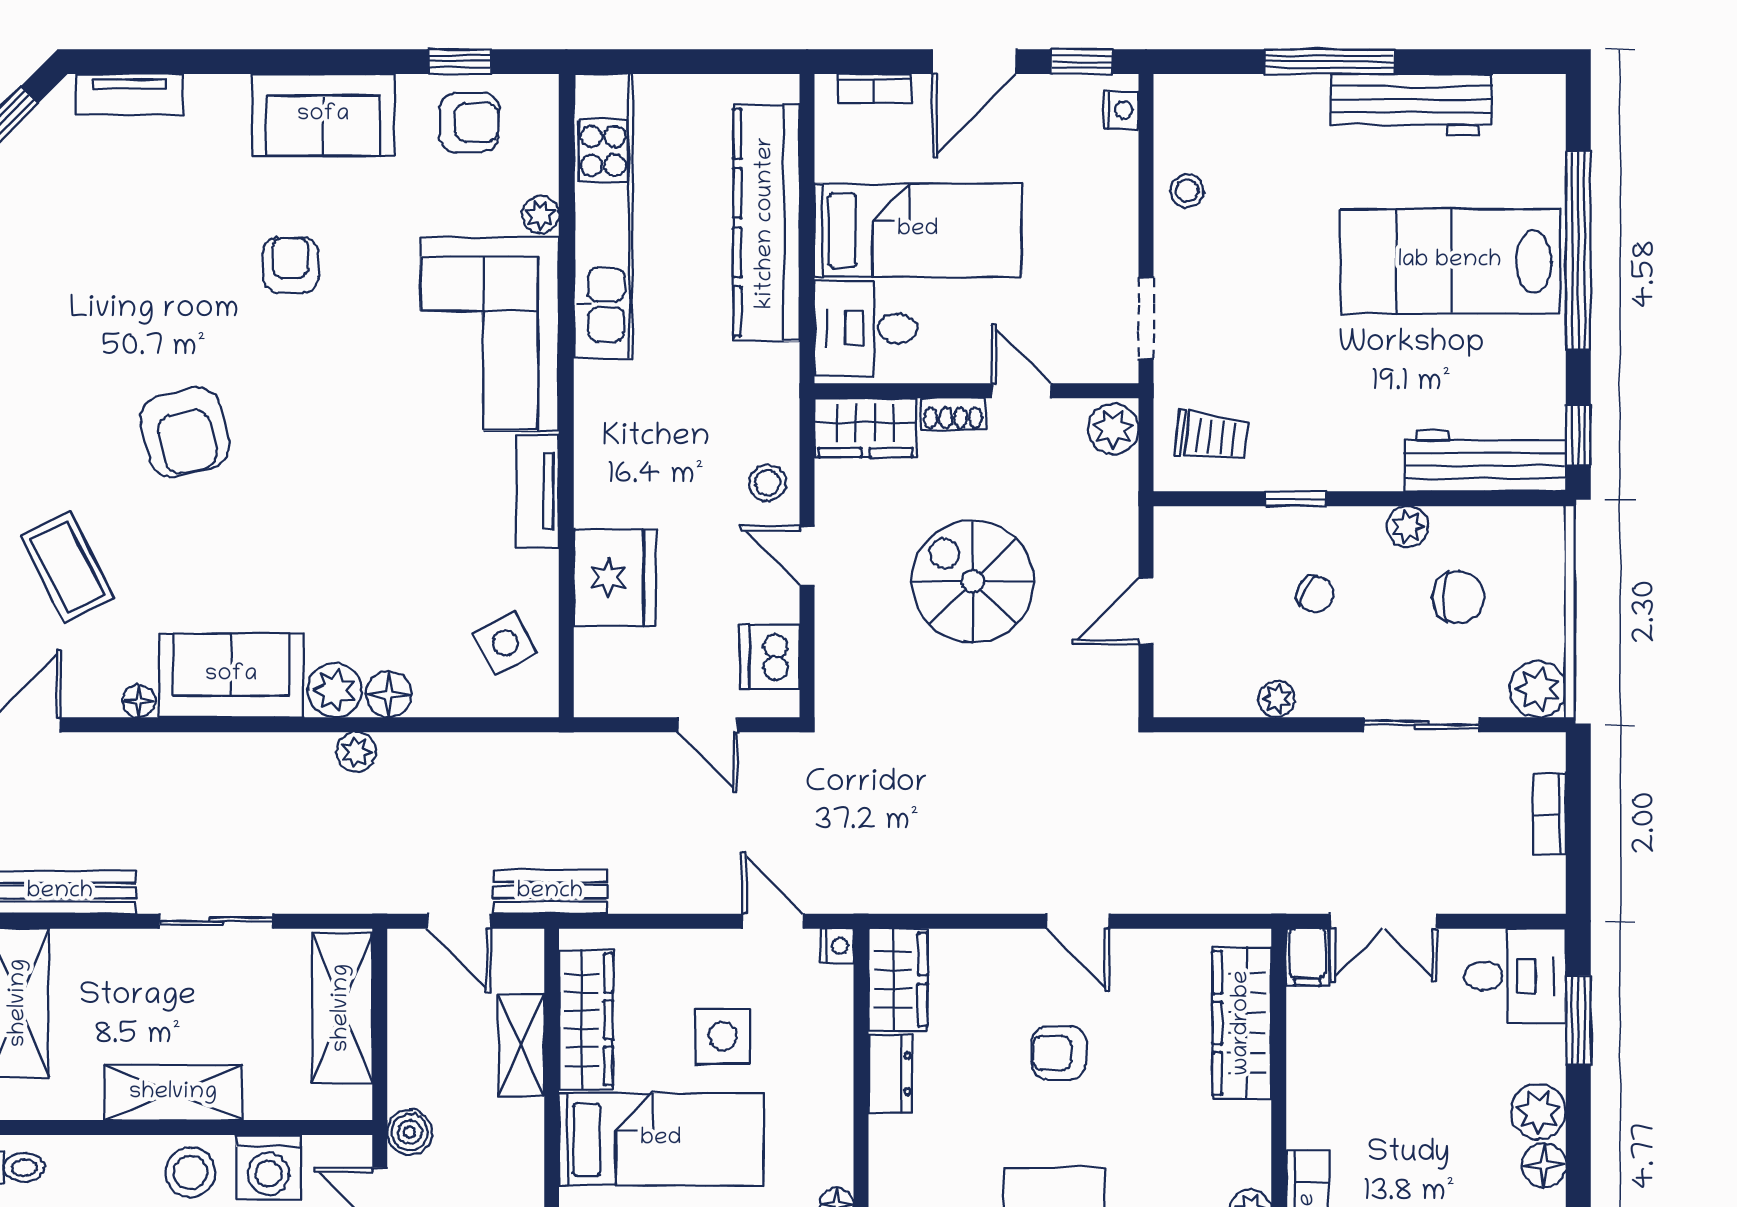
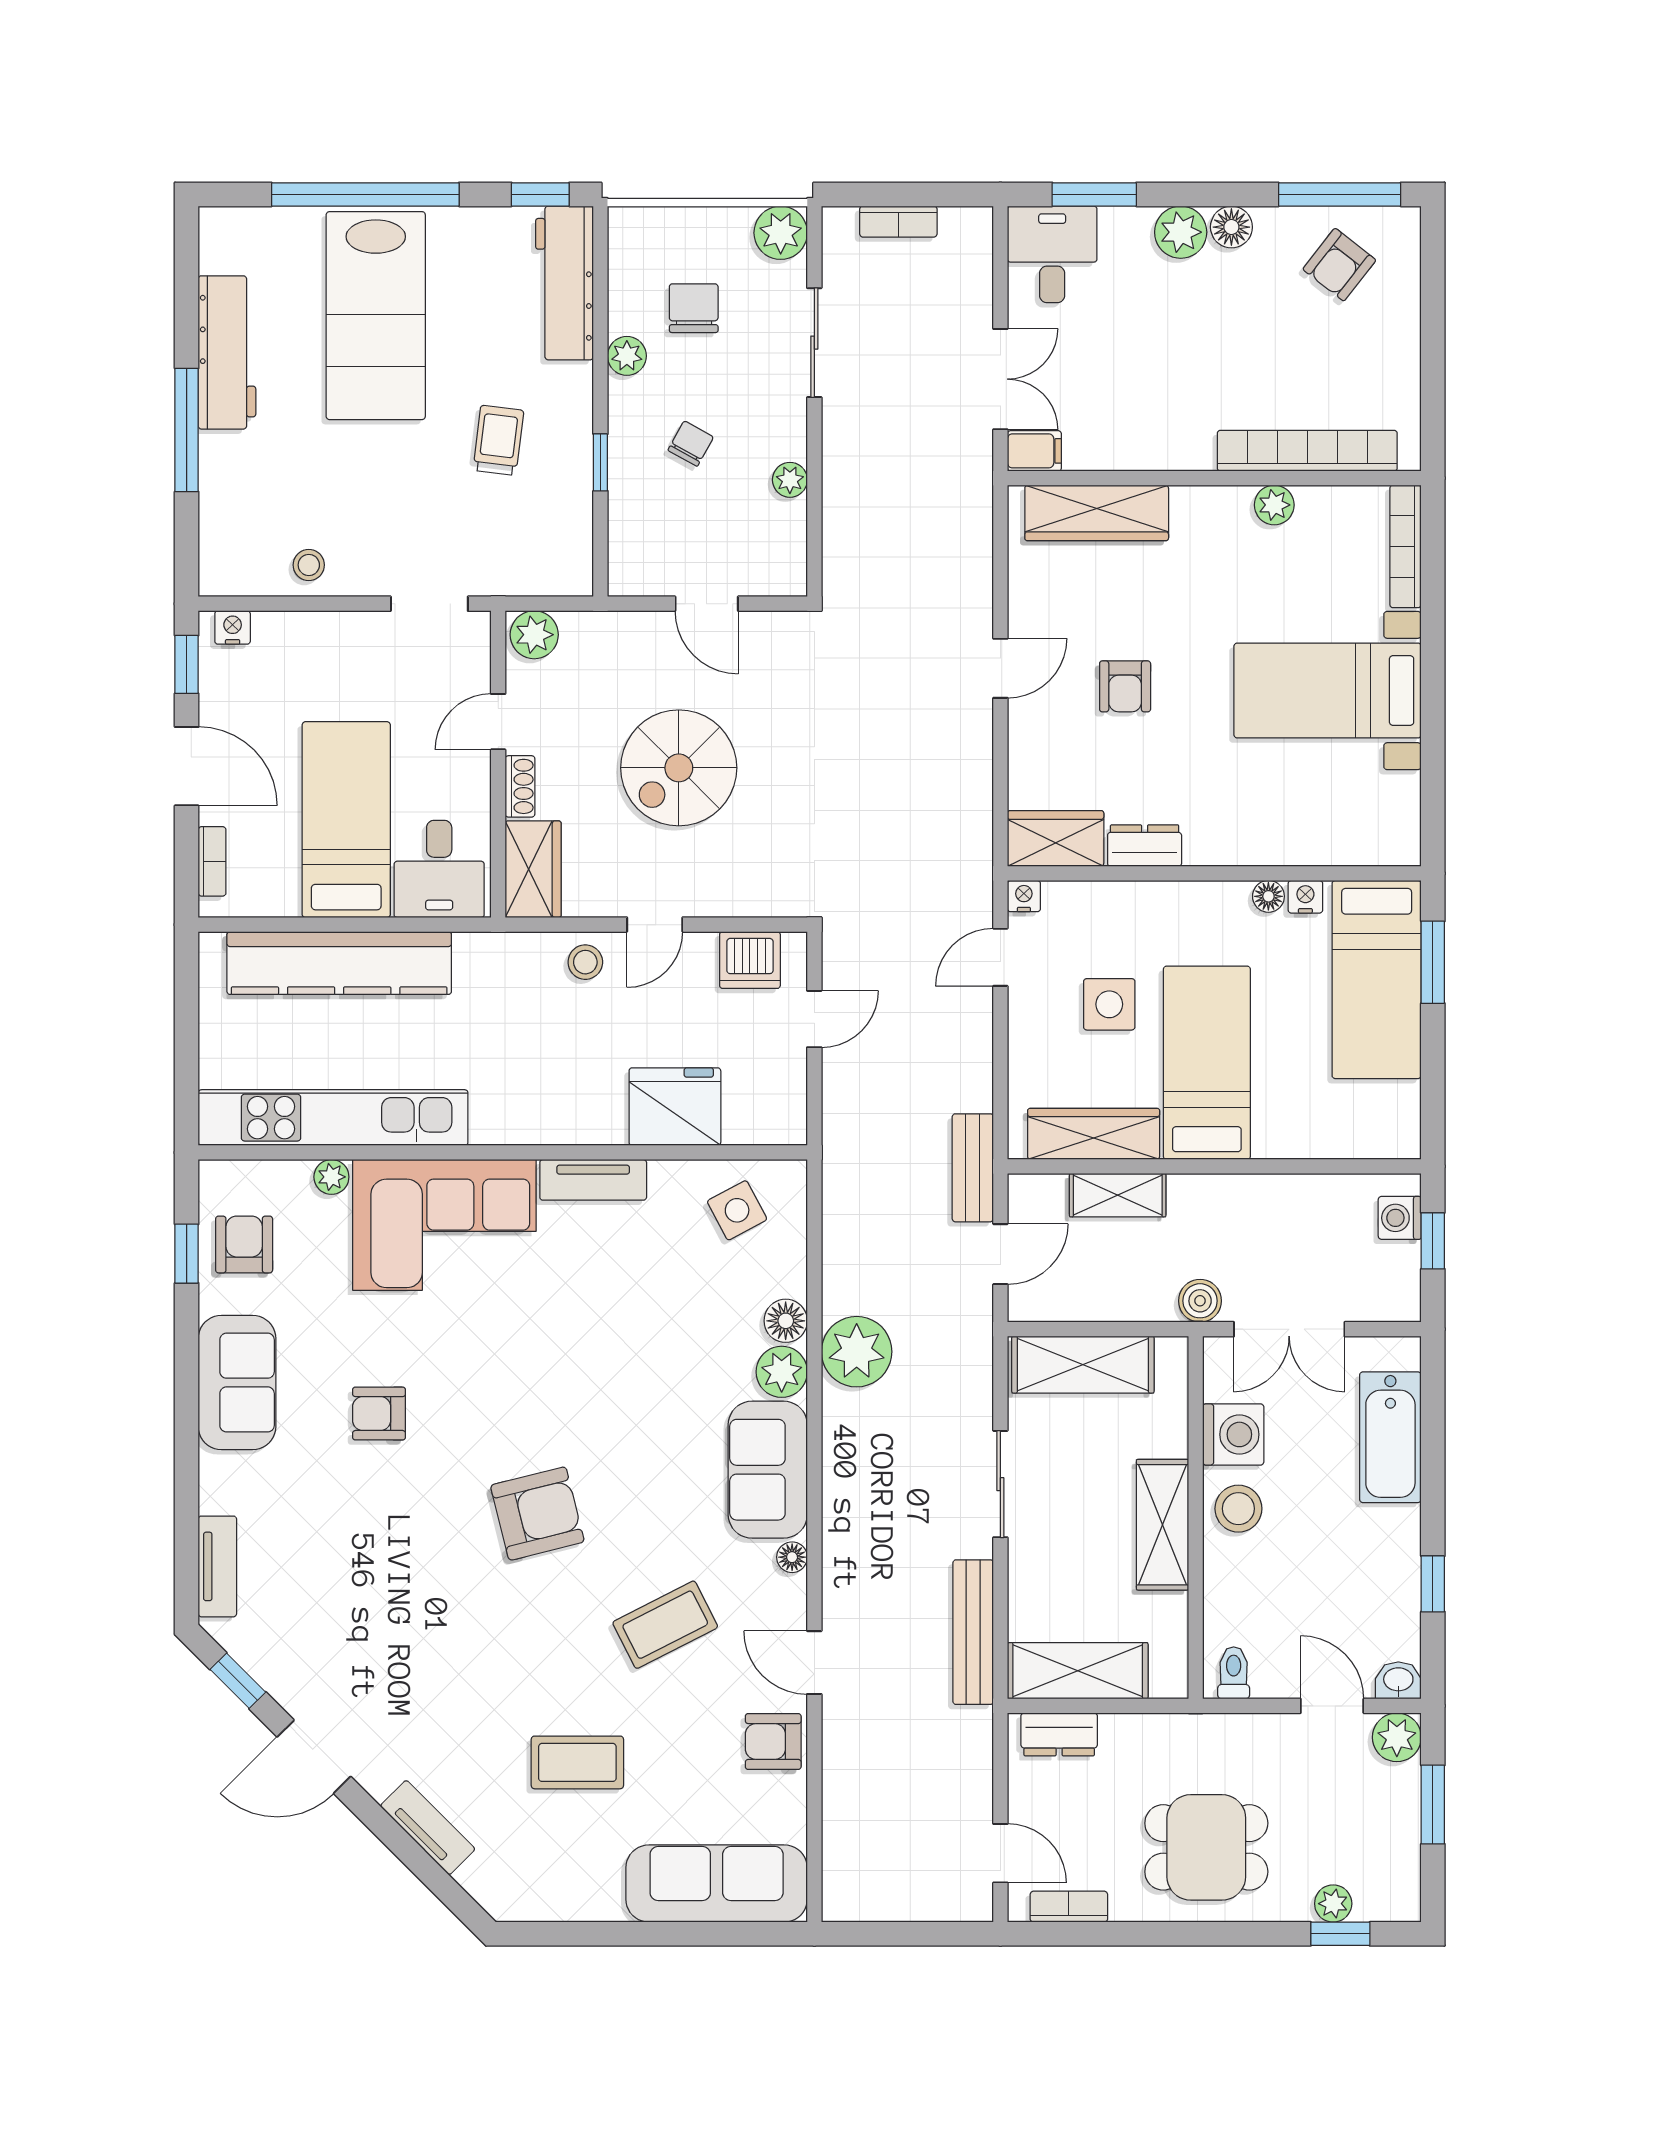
trolley: (1211, 437) -> (498, 440), moved
plant: (356, 752) -> (857, 1352), width x1.88, depth x1.88

